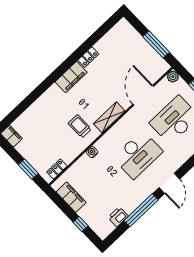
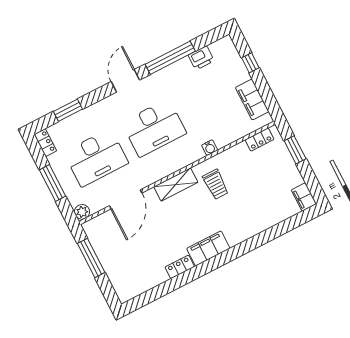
desk: (138, 155) -> (154, 128), turned 180

